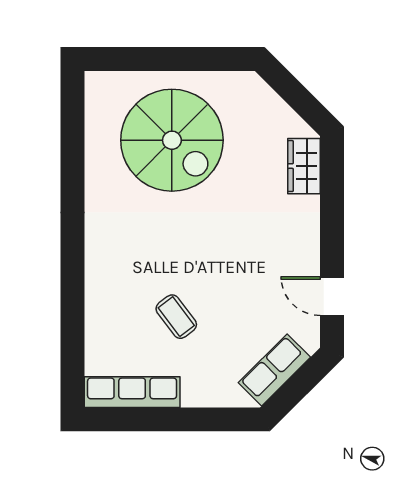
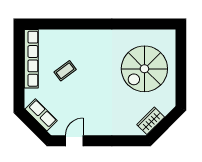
wardrobe: (304, 166) -> (151, 121), moved, turned -45
row of seats: (132, 392) -> (31, 59), width x1.36

